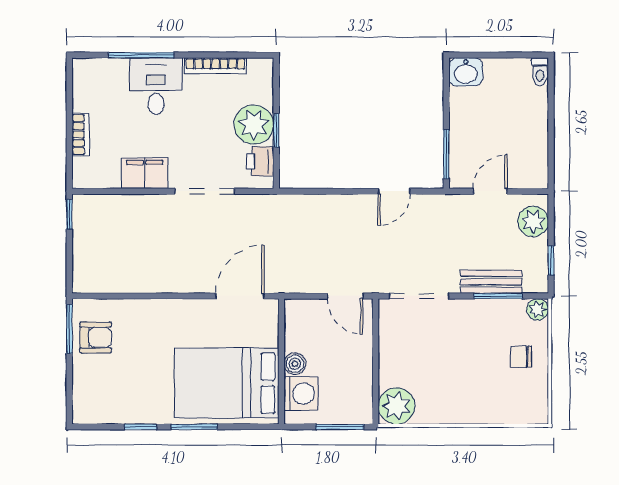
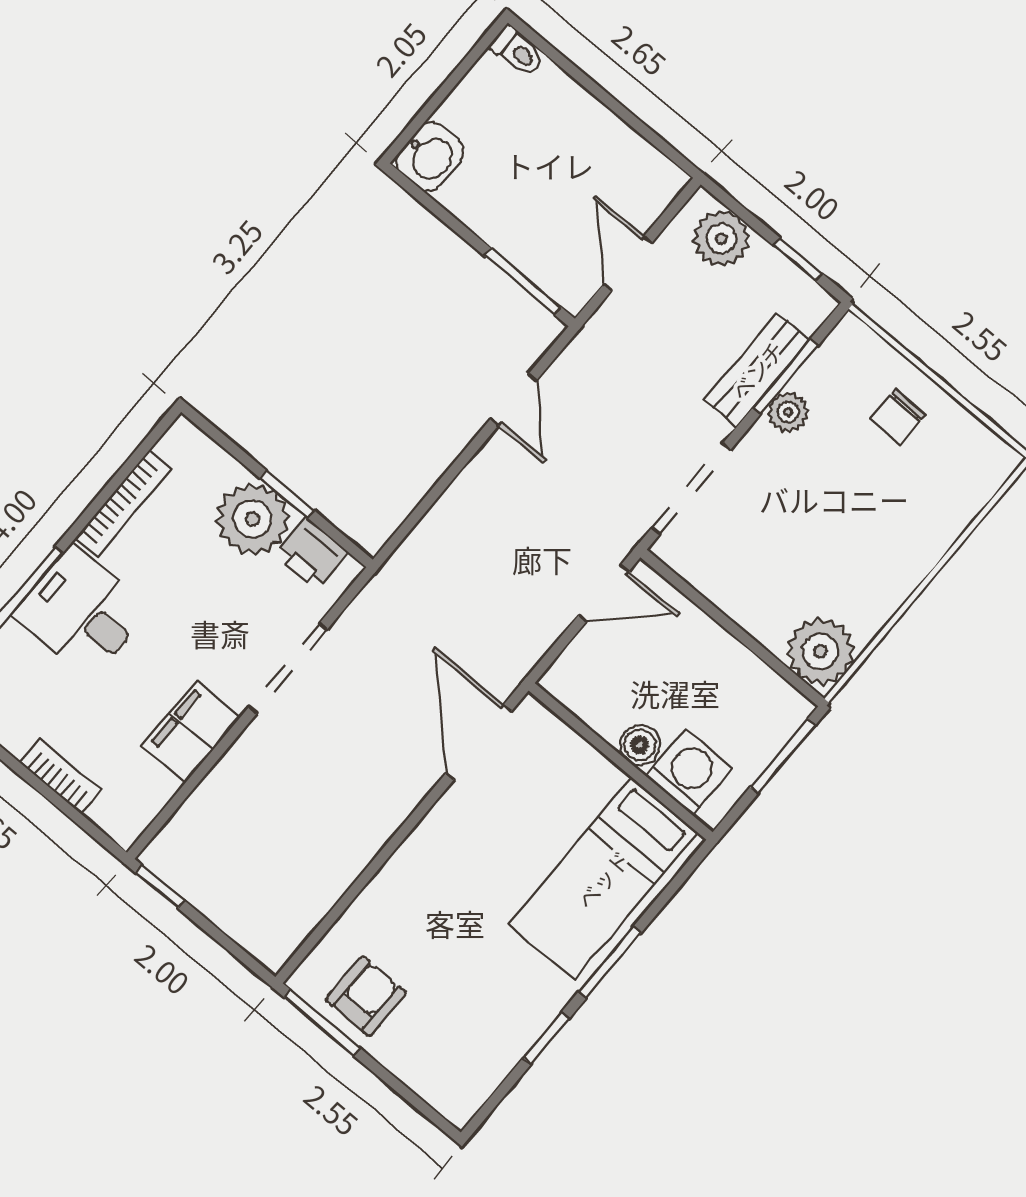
plant: (538, 309) -> (788, 412), moved
bed: (227, 383) -> (603, 879), width x0.67

